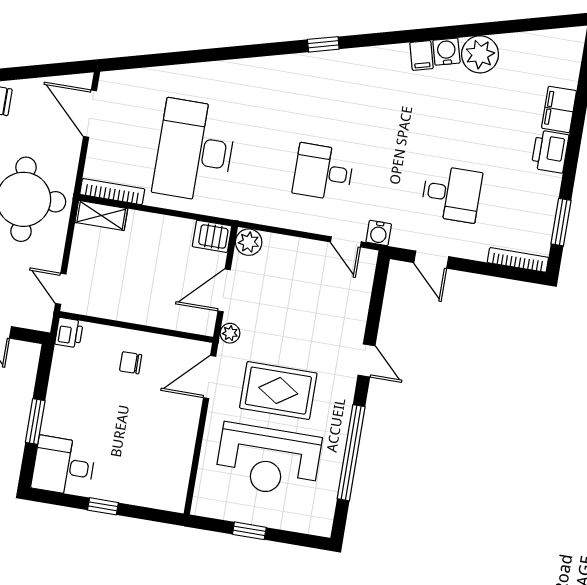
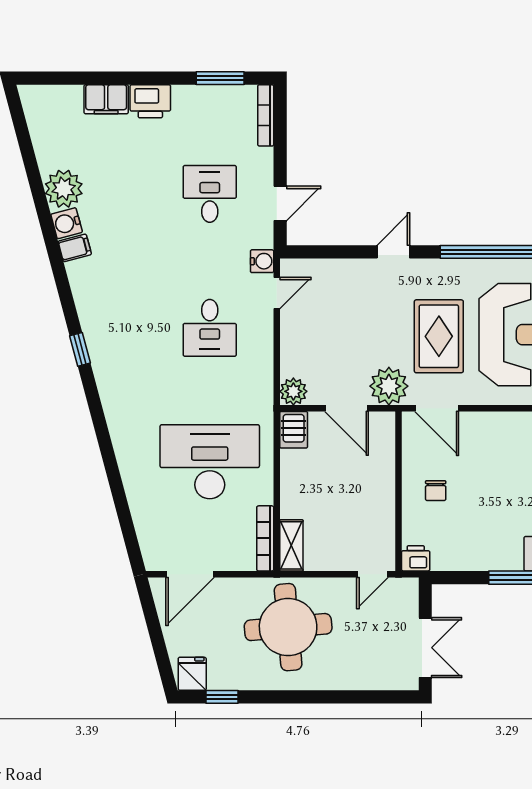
desk: (195, 151) -> (210, 462), turned 180
plant: (230, 333) -> (389, 386), width x1.88, depth x1.88

